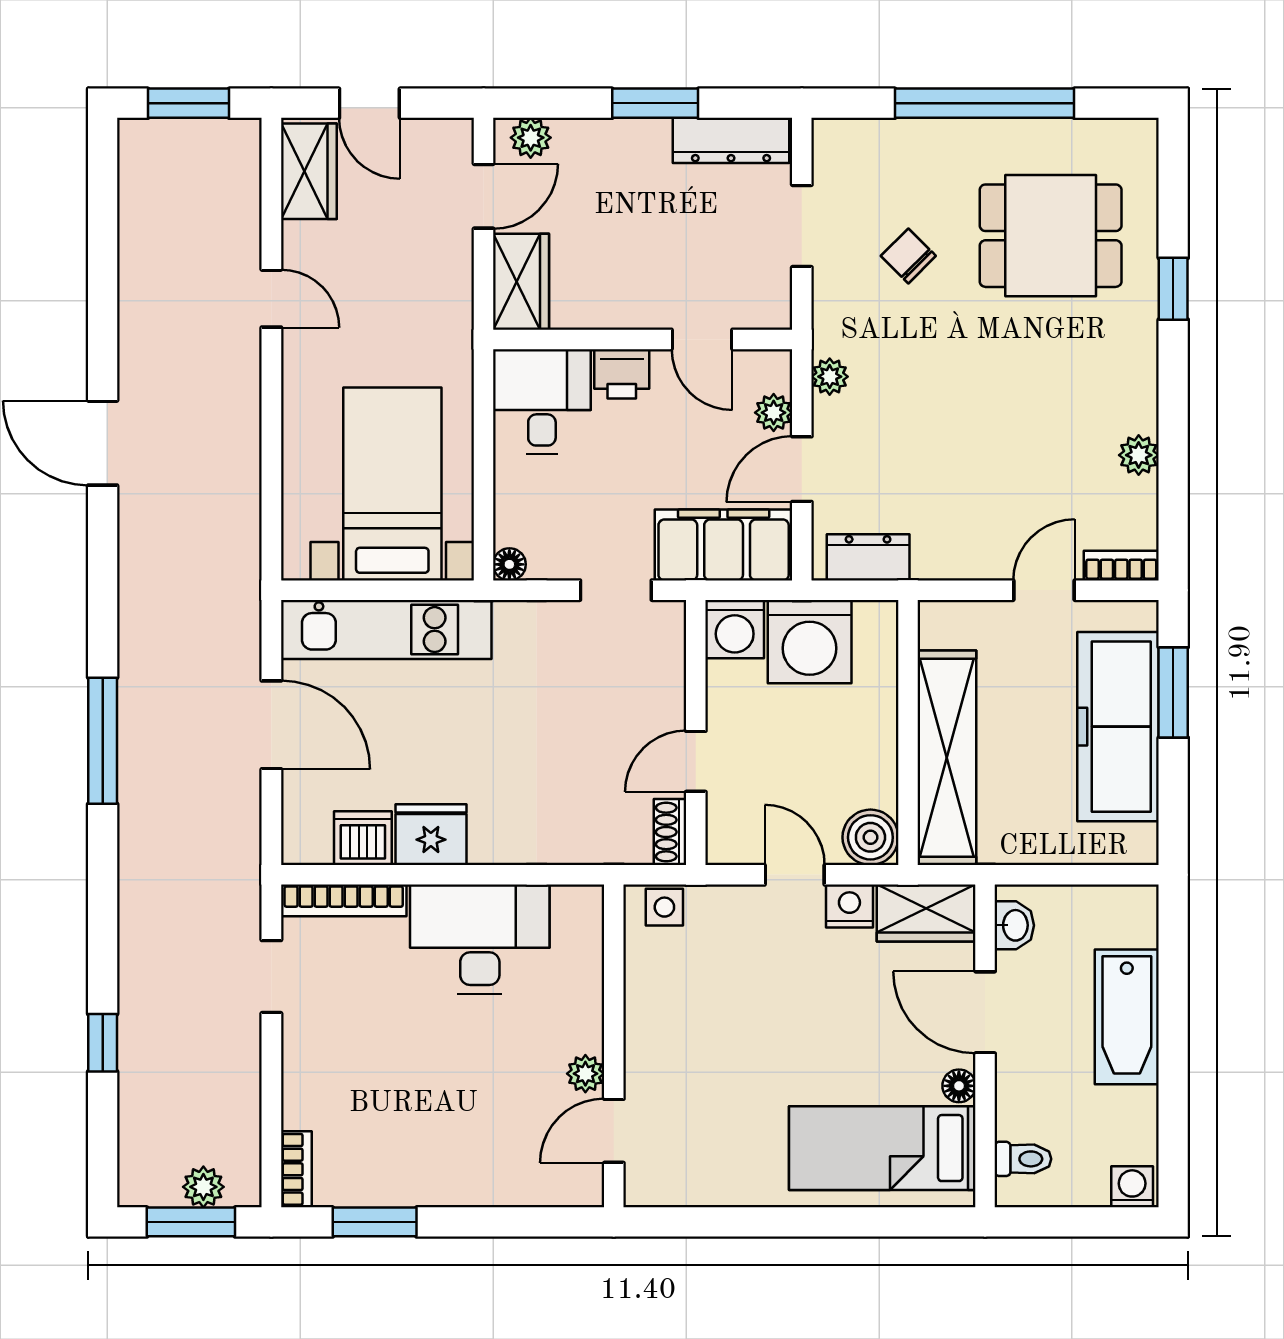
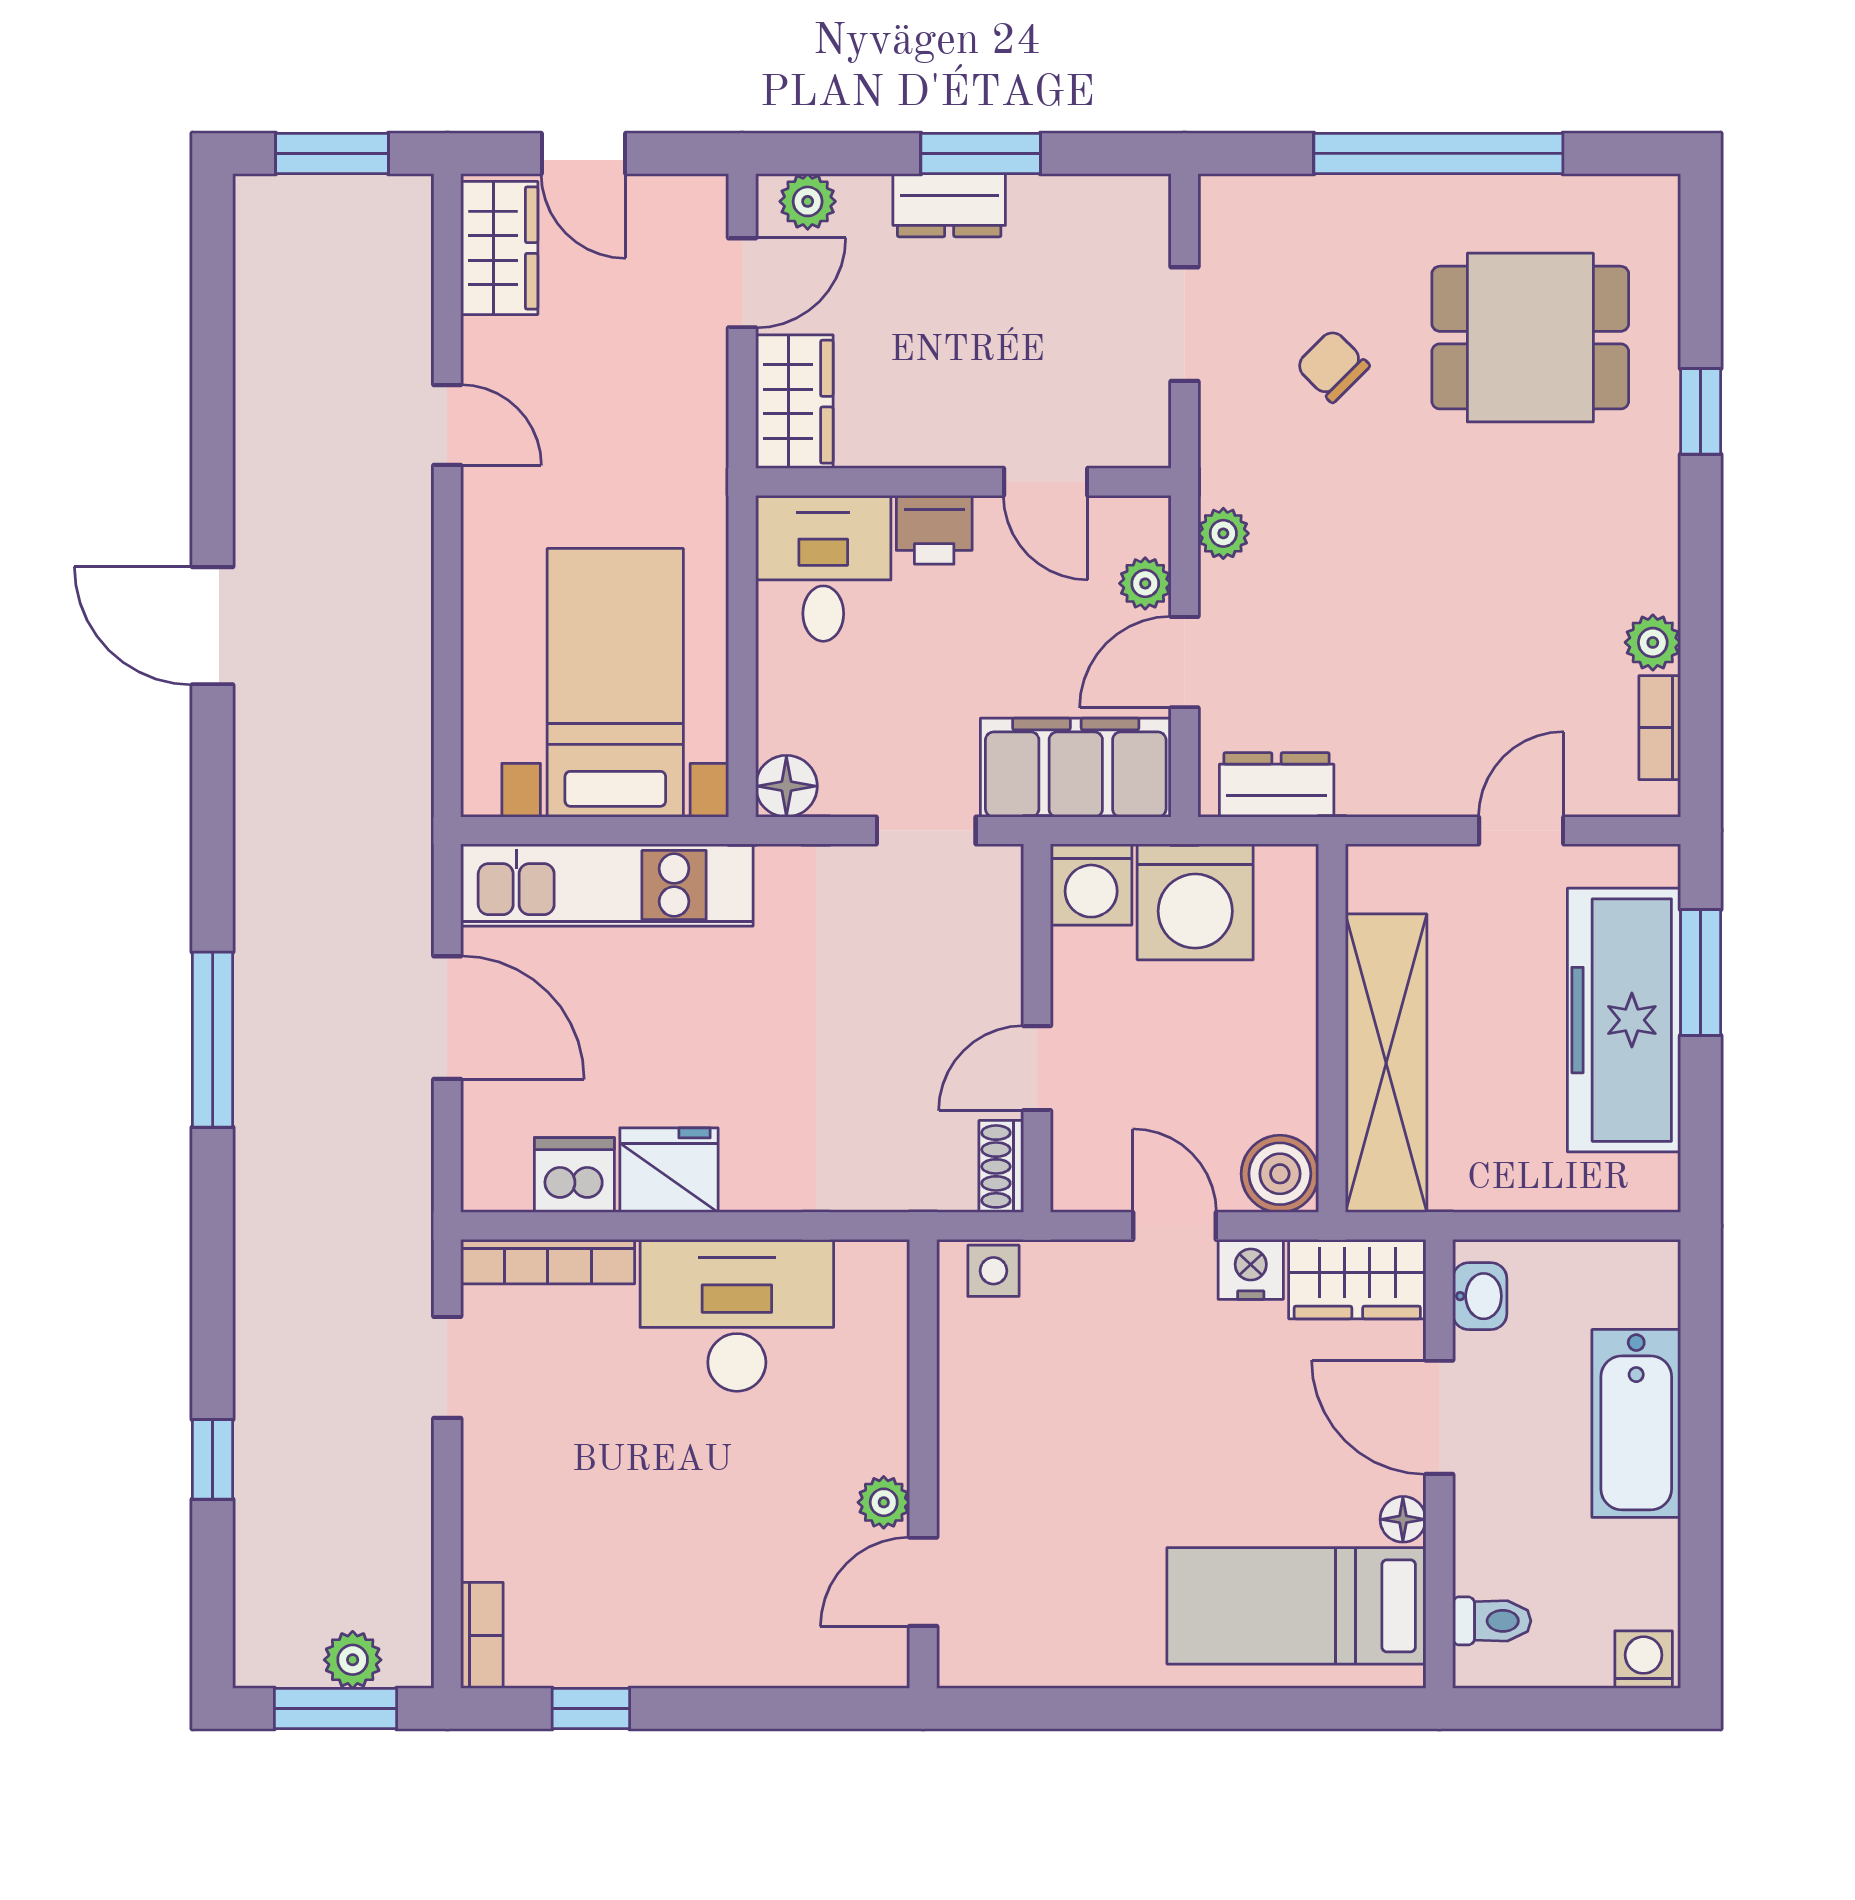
dresser: (731, 140) -> (949, 205), moved, width x0.70
floor lamp: (509, 564) -> (786, 786), width x1.37, depth x1.37
bookcase: (1121, 566) -> (1660, 728), moved, turned -90
window: (375, 1222) -> (591, 1708), width x0.67

